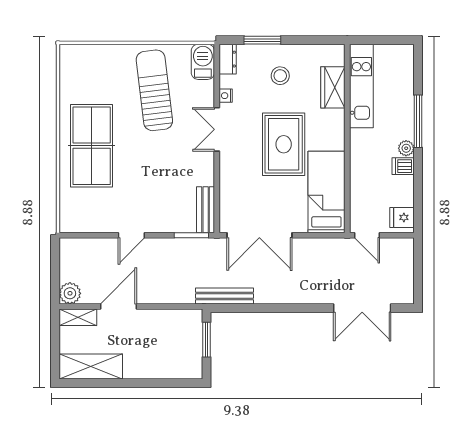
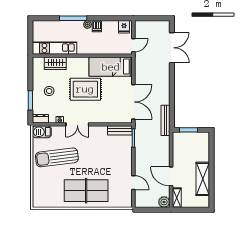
door: (131, 235) -> (133, 183), moved
shelving: (91, 367) -> (203, 179), moved

